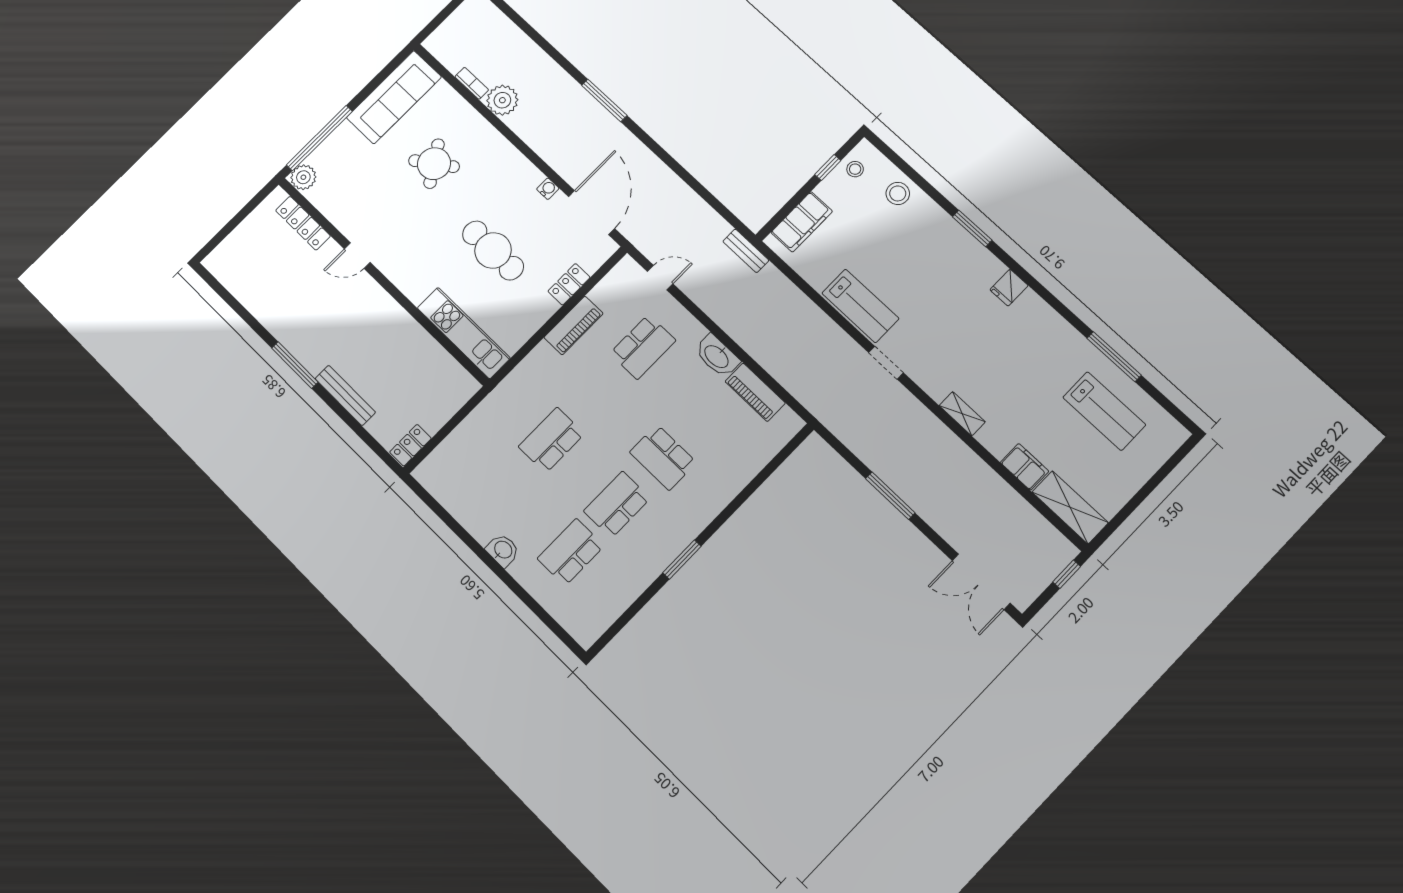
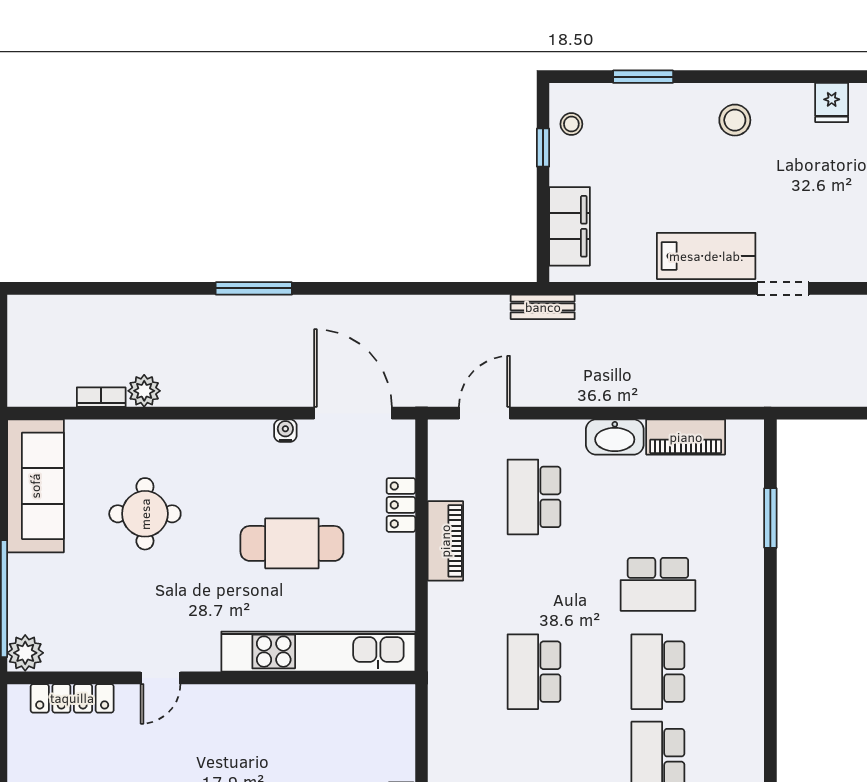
plant: (502, 100) -> (144, 391), width x0.73, depth x0.73
round table: (434, 164) -> (145, 514), turned 34
stool: (898, 193) -> (735, 120), moved
window: (972, 228) -> (643, 77), moved
door: (660, 278) -> (484, 413), width x1.38
kitchen unit: (464, 333) -> (318, 652), width x1.36
school desk: (643, 347) -> (534, 497), turned 180
window: (682, 560) -> (770, 518), moved

